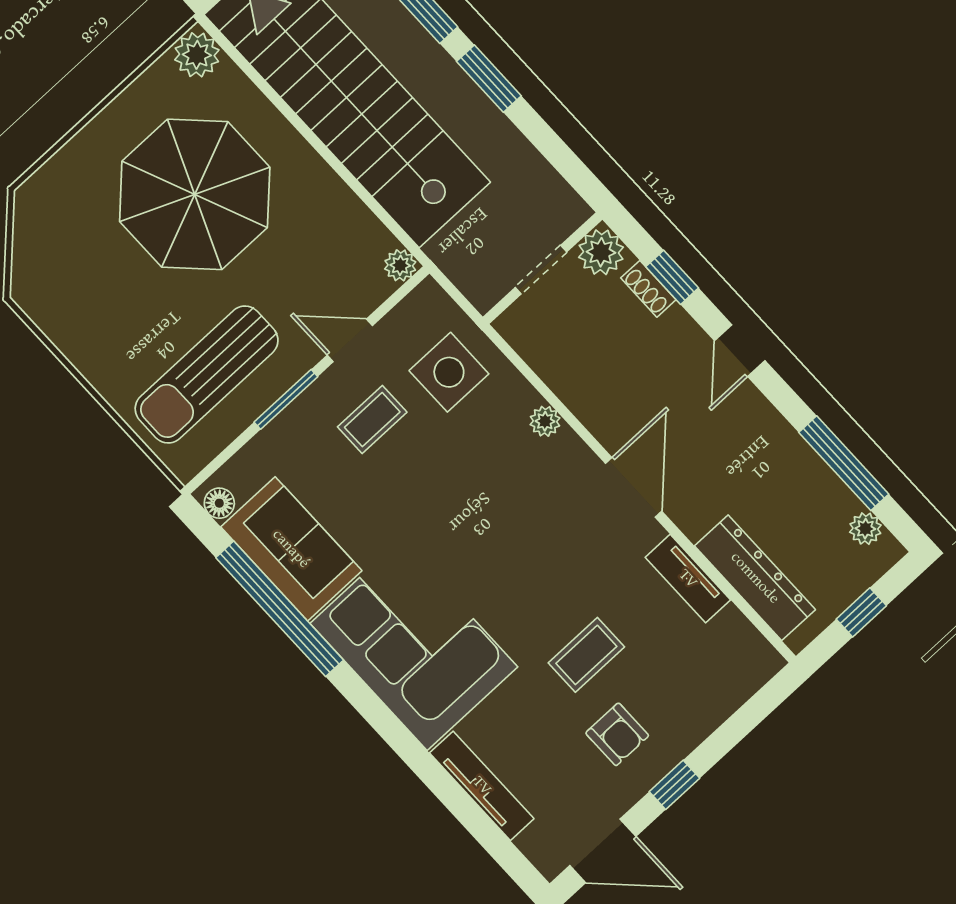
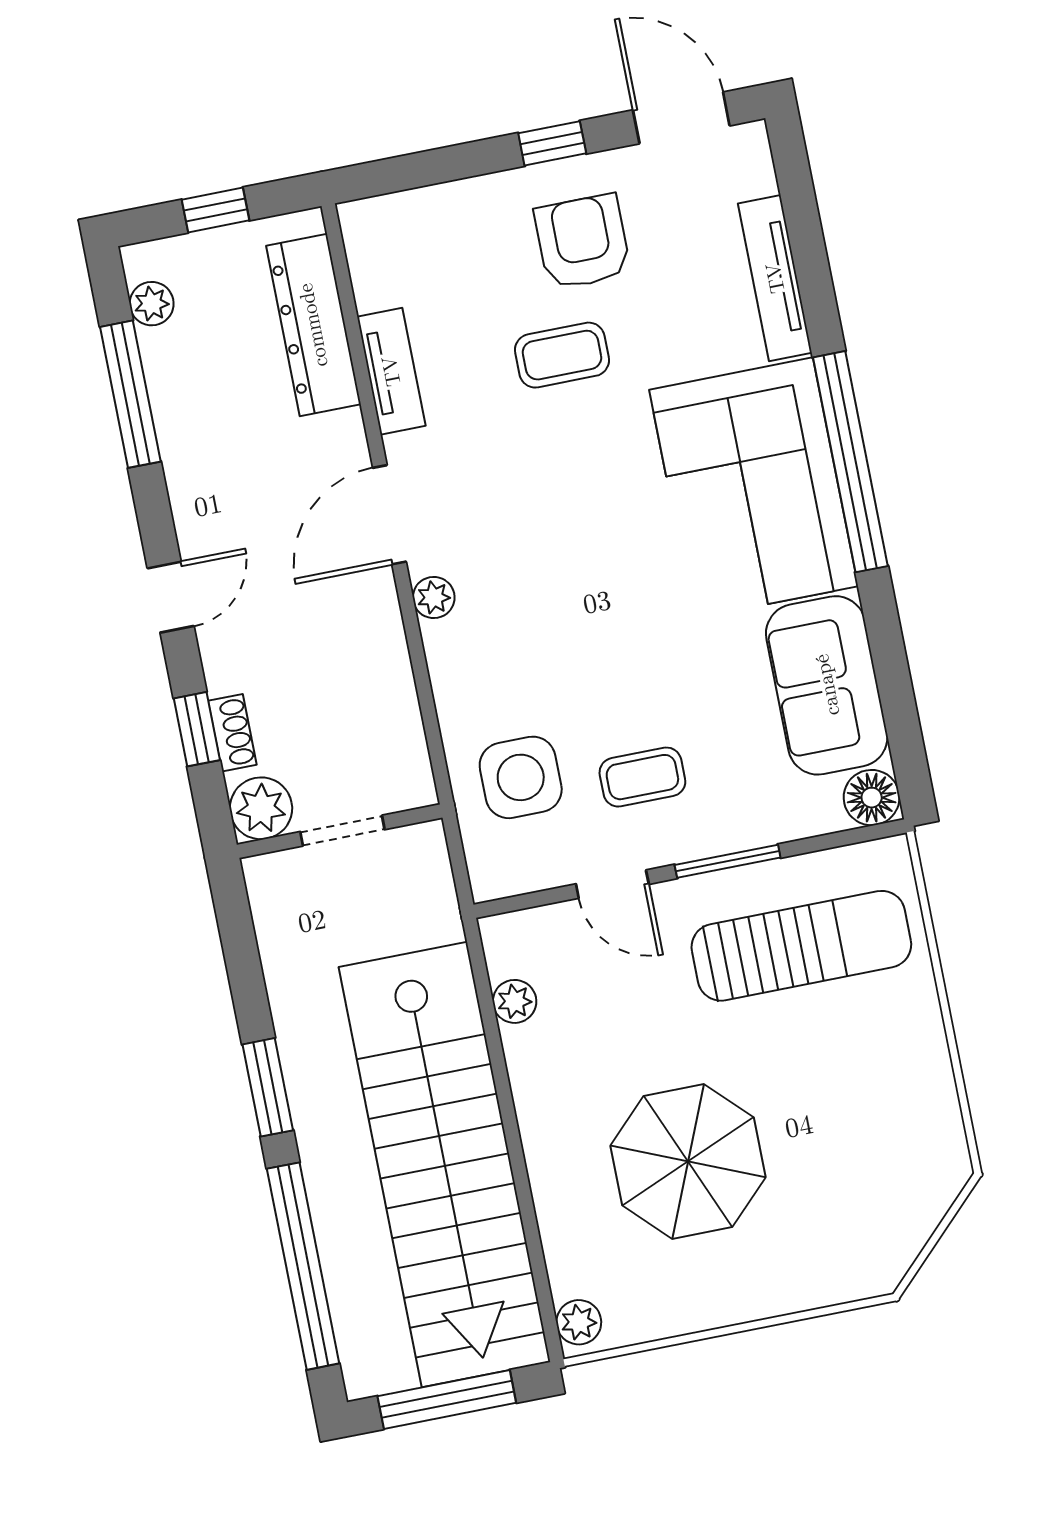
plant: (197, 55) -> (579, 1322), width x0.73, depth x0.73
parasol: (195, 194) -> (688, 1161), width x0.73, depth x0.73
plant: (400, 265) -> (515, 1001), moved
plant: (545, 421) -> (434, 598), moved
floor lamp: (219, 503) -> (872, 798), width x1.37, depth x1.37
window: (280, 609) -> (850, 462), moved
armchair: (617, 734) -> (582, 242), width x1.38, depth x1.38

